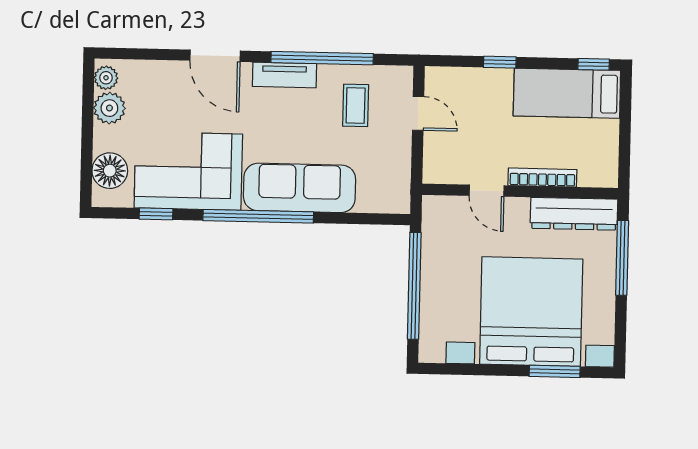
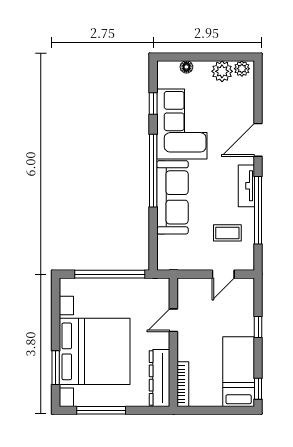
floor lamp: (110, 171) -> (186, 67), width x0.53, depth x0.53
bookcase: (542, 178) -> (183, 384), moved
window: (622, 258) -> (101, 410), moved

